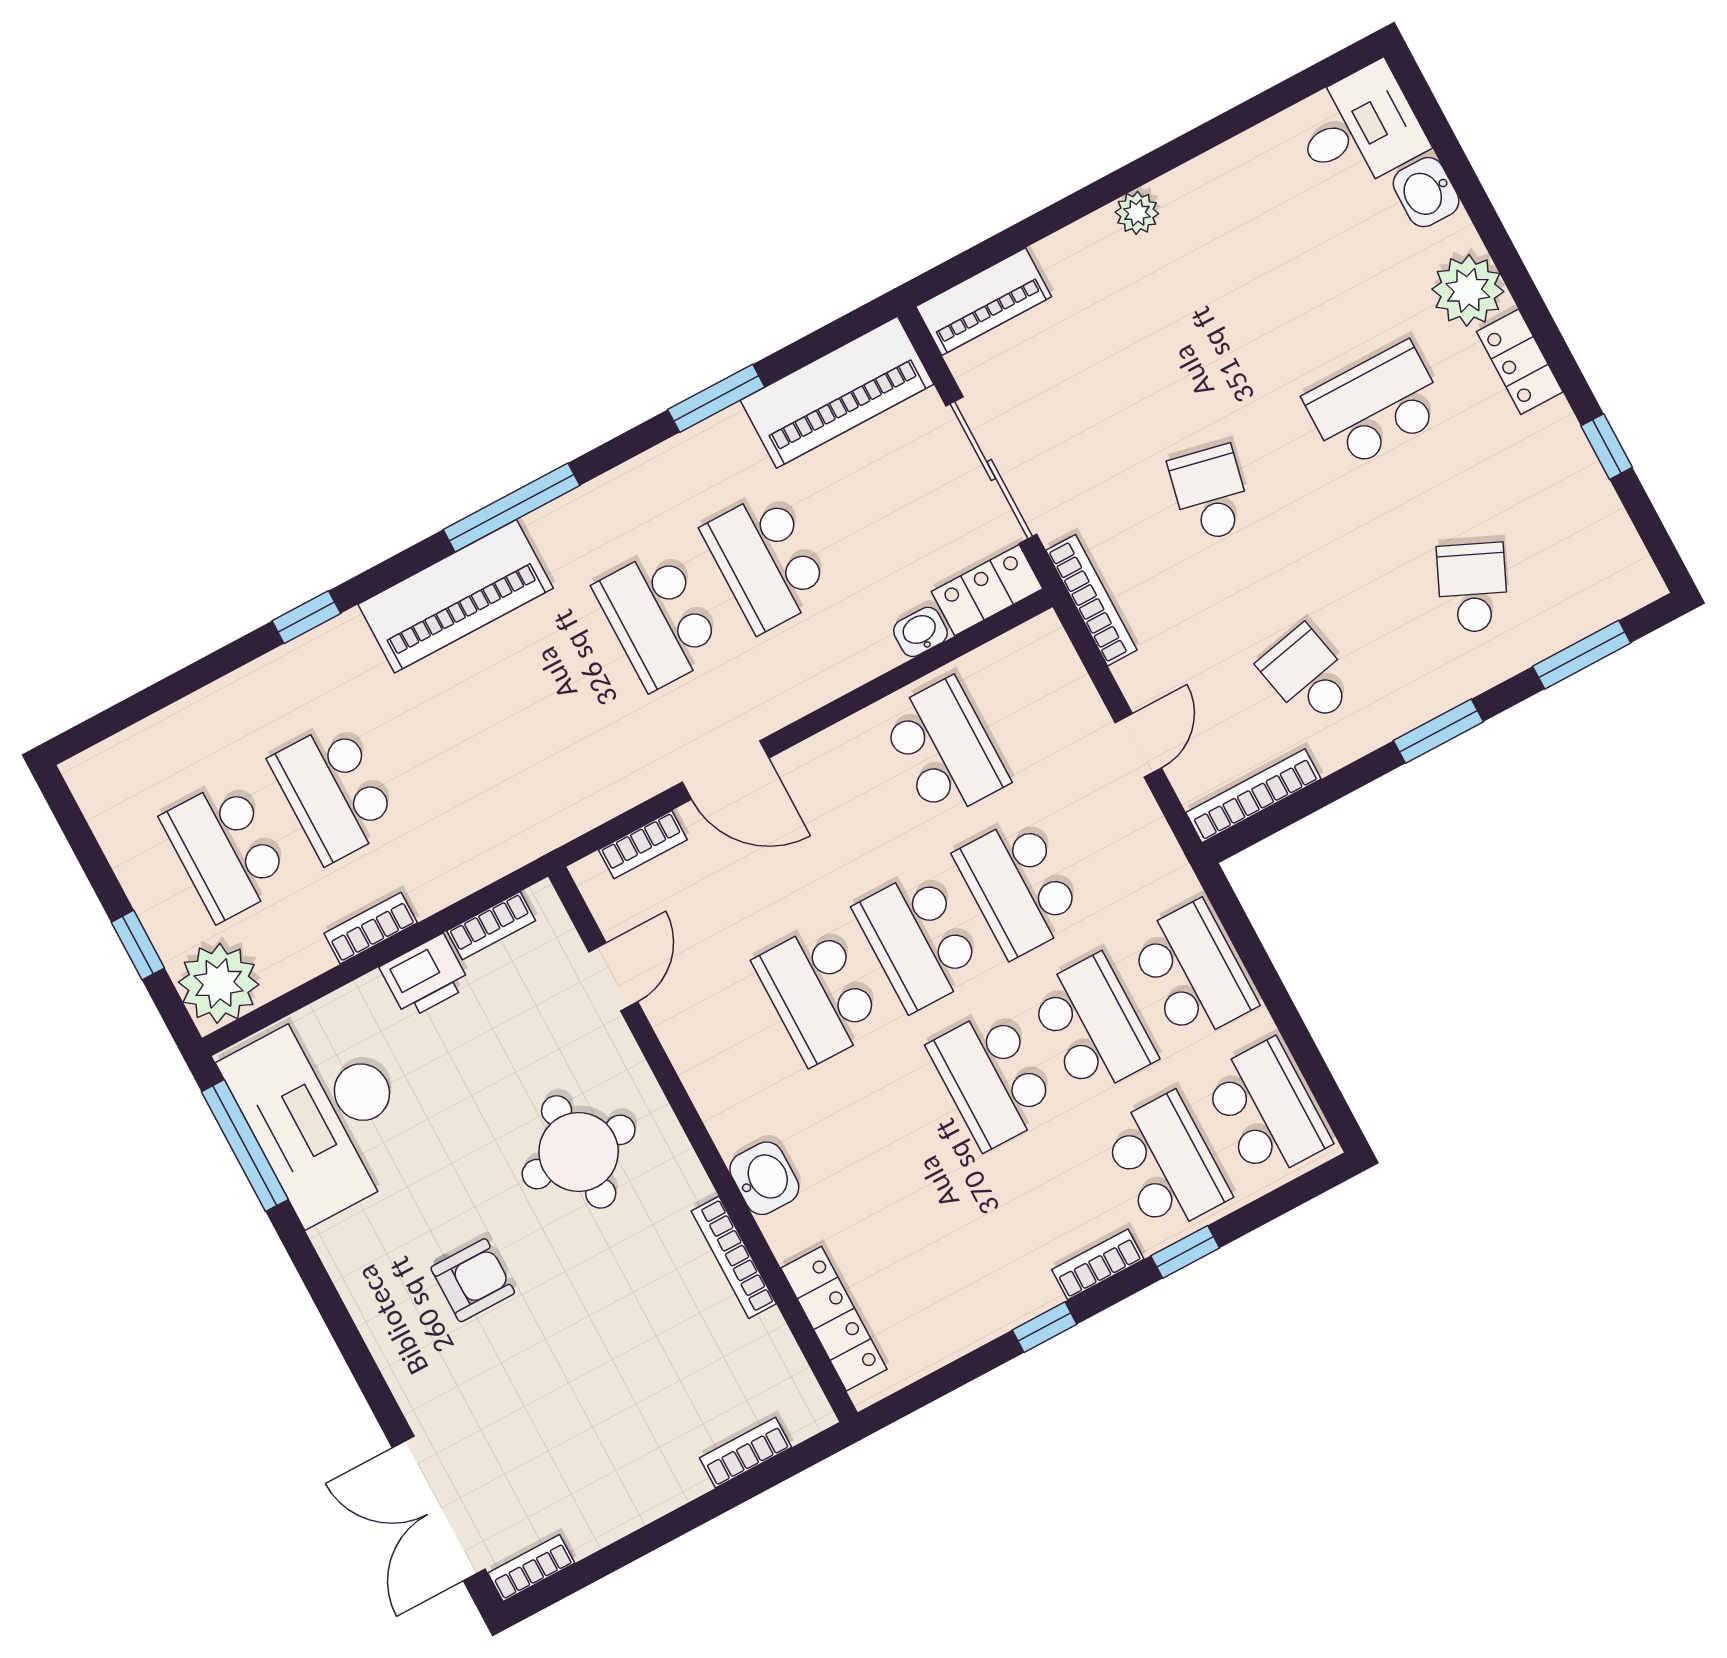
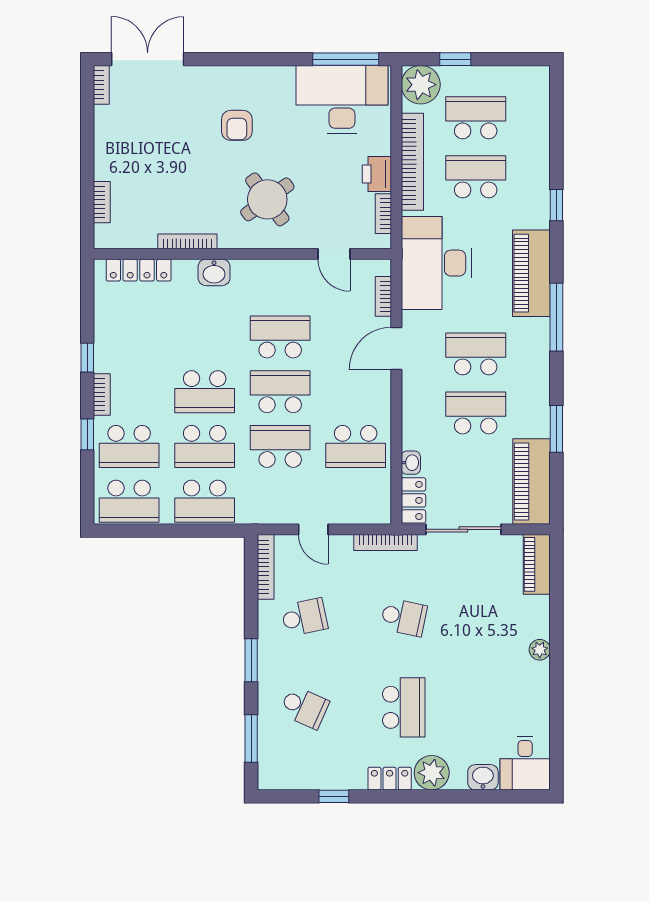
desk: (530, 781) -> (436, 263), added
bookcase: (371, 928) -> (412, 162), width x2.31, depth x1.31
school desk: (992, 1079) -> (205, 392), turned 180
round table: (579, 1152) -> (267, 199), turned -36

